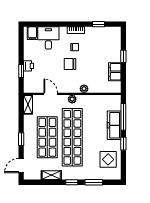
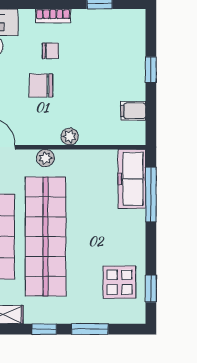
filing cabinet: (115, 72) -> (133, 111), width x0.50
freezer: (114, 125) -> (132, 179), moved
window: (123, 144) -> (151, 289), moved

